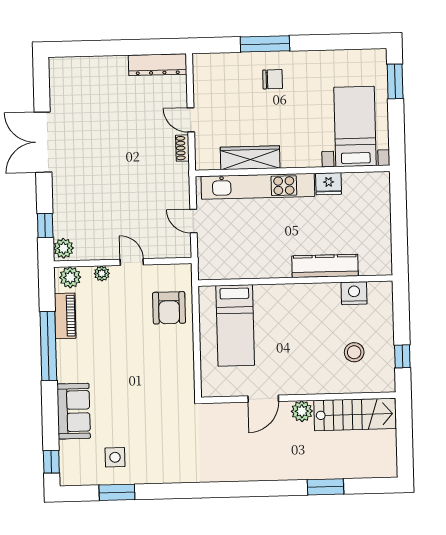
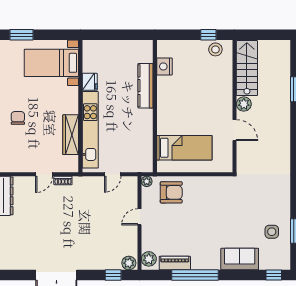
plant: (102, 273) -> (147, 181), moved
stool: (354, 352) -> (215, 49), moved

